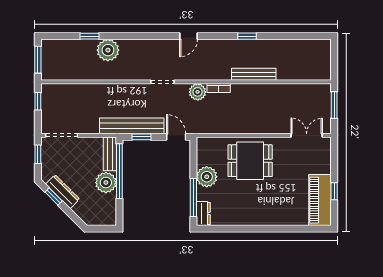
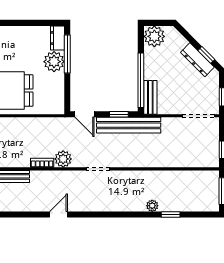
door: (189, 36) -> (58, 214), moved
window: (247, 36) -> (14, 214), removed
plant: (108, 50) -> (152, 206), width x0.53, depth x0.53
plant: (207, 177) -> (54, 62), moved
plant: (106, 183) -> (154, 36), moved

